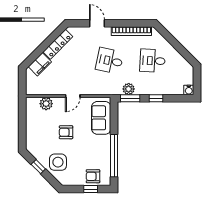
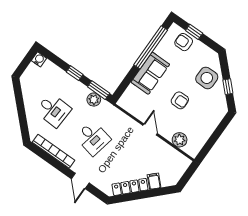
filing cabinet: (40, 64) -> (154, 181), width x0.50
door: (73, 96) -> (150, 129), hinge flipped
sofa: (101, 118) -> (150, 73), moved
armchair: (93, 176) -> (184, 42), turned 180

